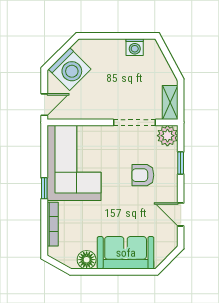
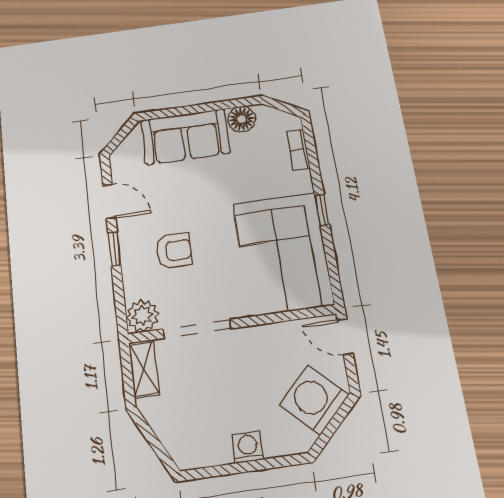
washing machine: (135, 47) -> (248, 447), moved
door: (44, 105) -> (345, 337), hinge flipped
window: (181, 163) -> (114, 249), moved
bookcase: (53, 224) -> (298, 150), width x0.64

